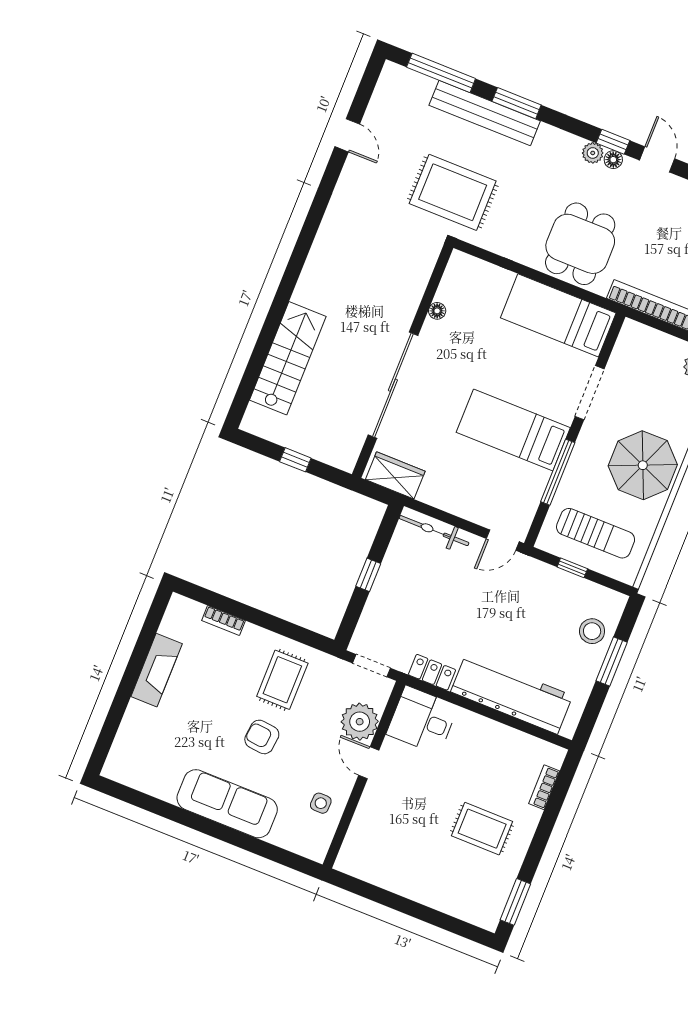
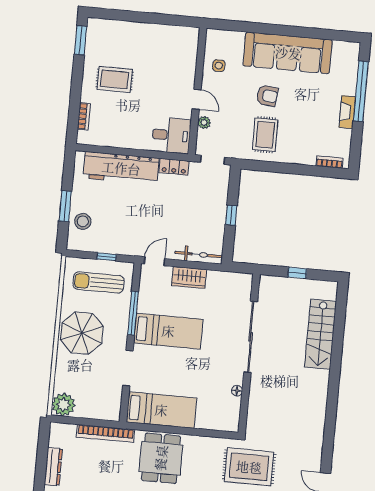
wardrobe: (395, 475) -> (189, 277), moved
bookcase: (223, 621) -> (329, 162), moved
fireplace: (157, 670) -> (347, 112), width x0.73, depth x0.76
window: (120, 702) -> (361, 91), added
plant: (360, 722) -> (204, 122), width x0.53, depth x0.53
sofa: (227, 804) -> (288, 53), width x1.36, depth x1.27

